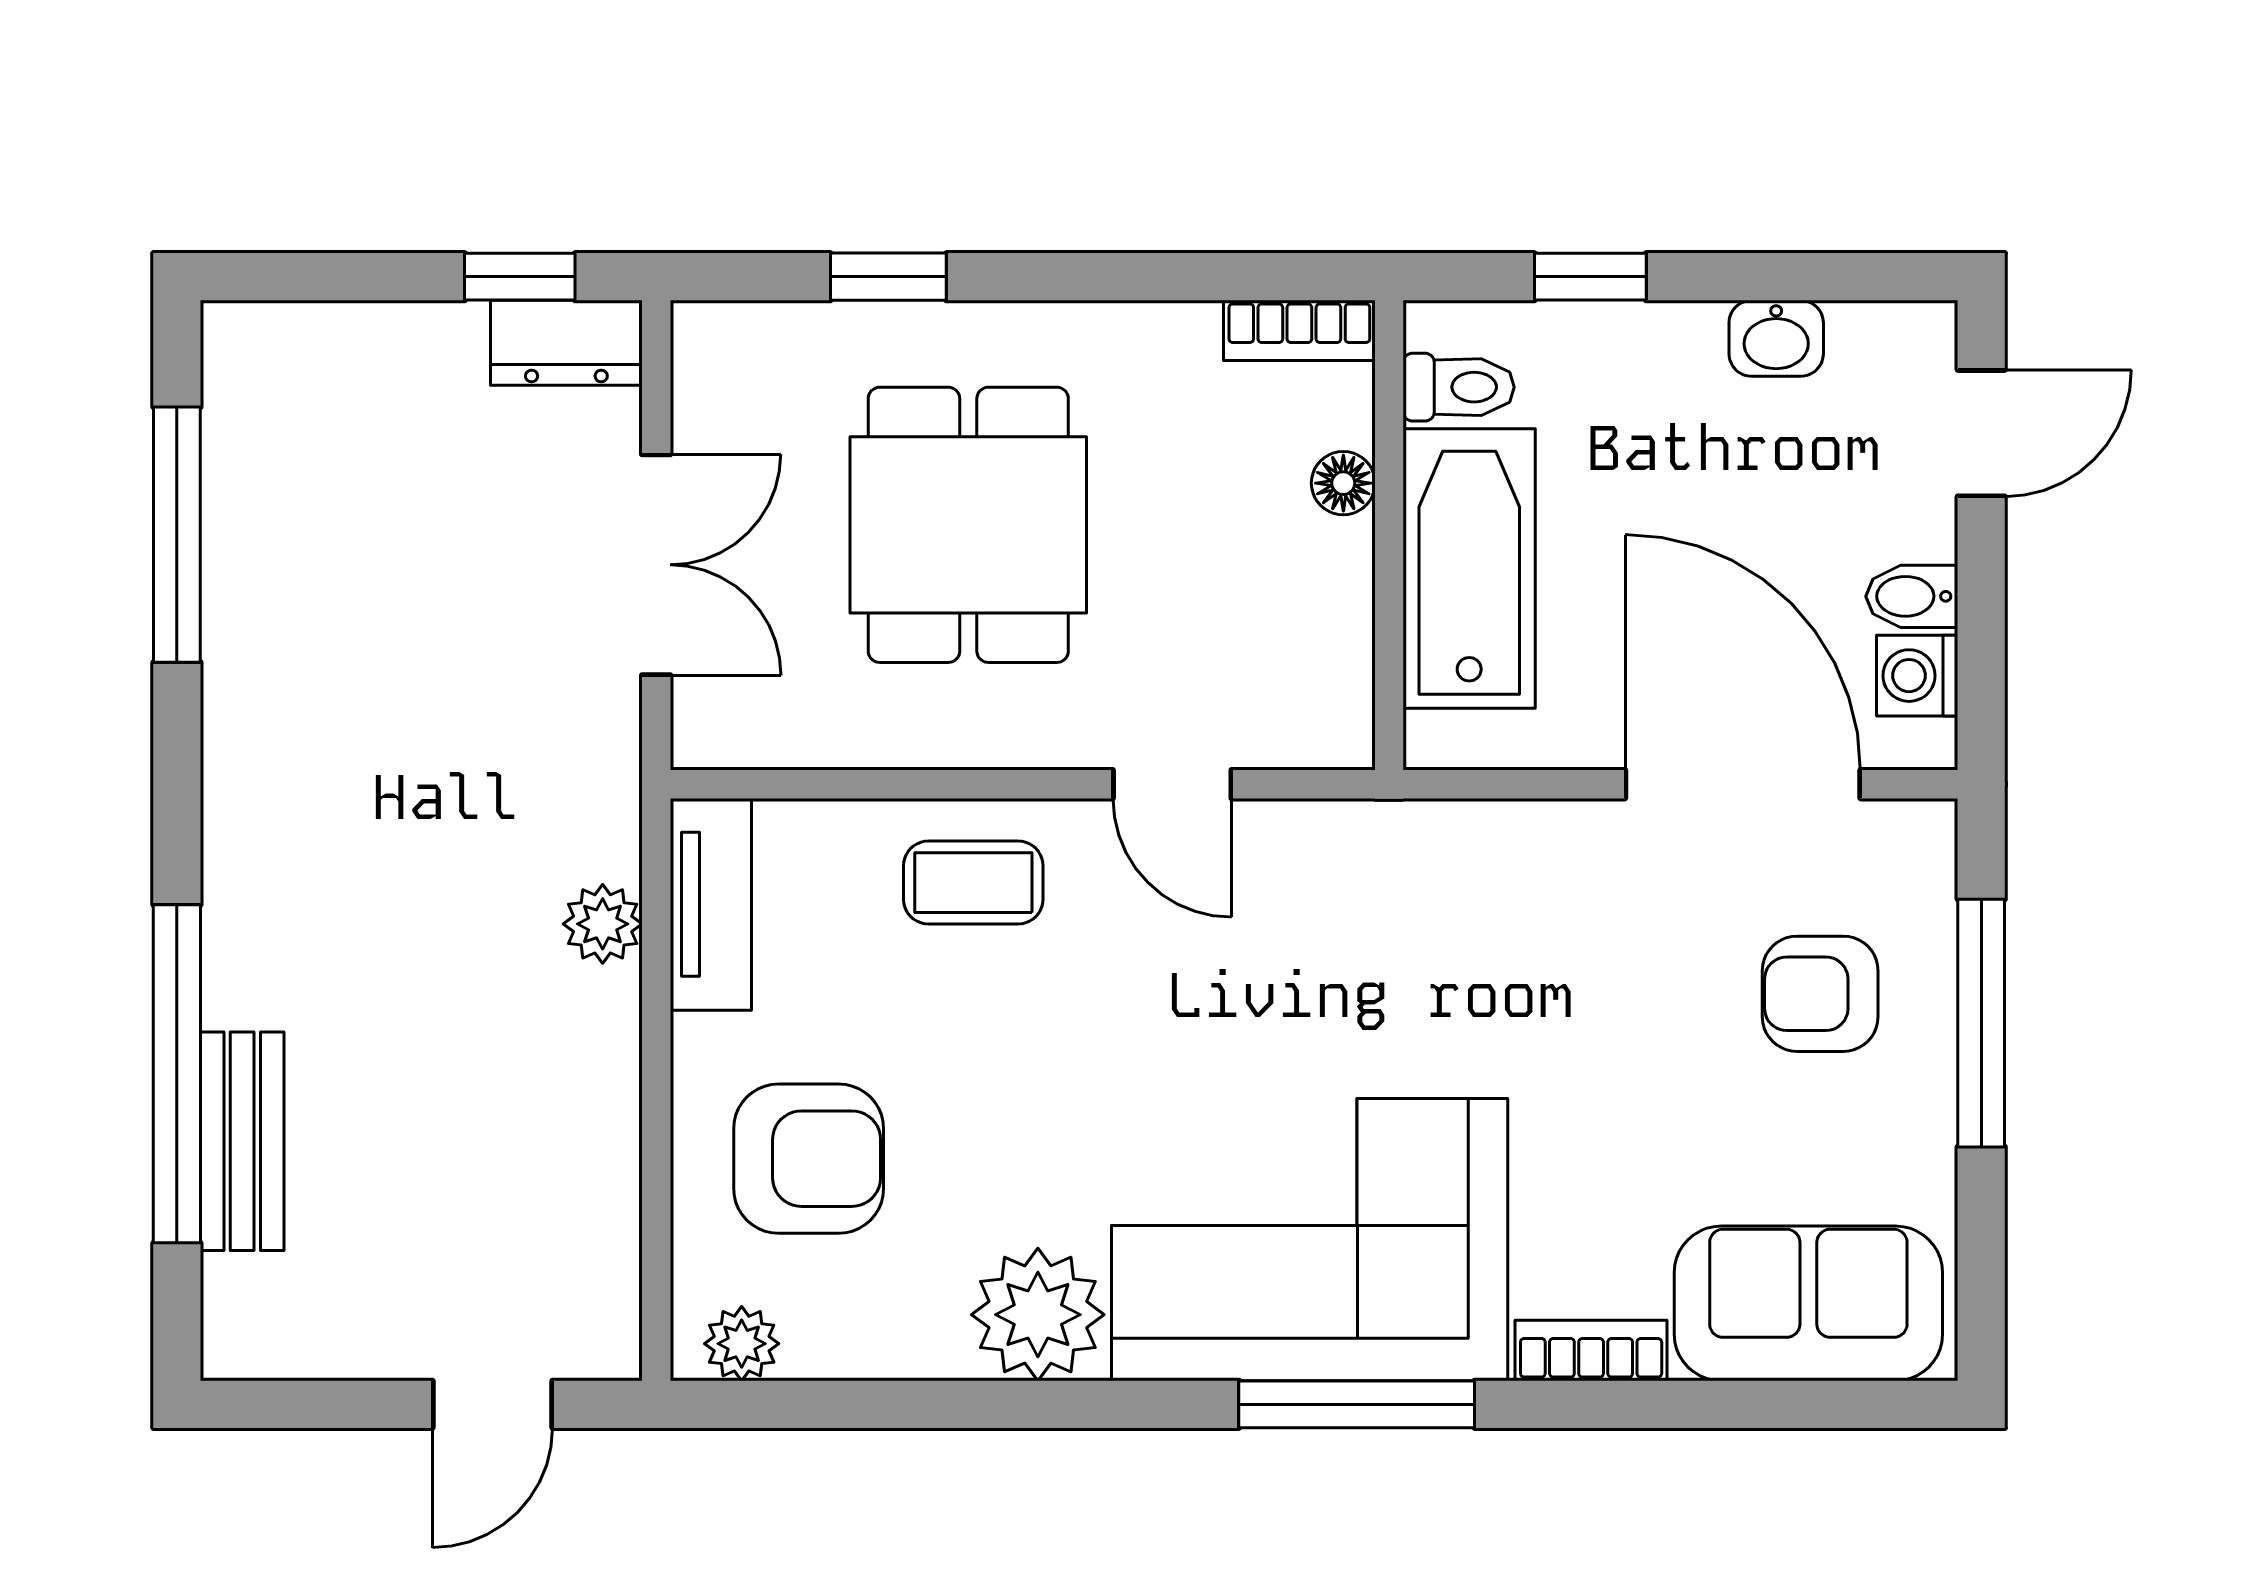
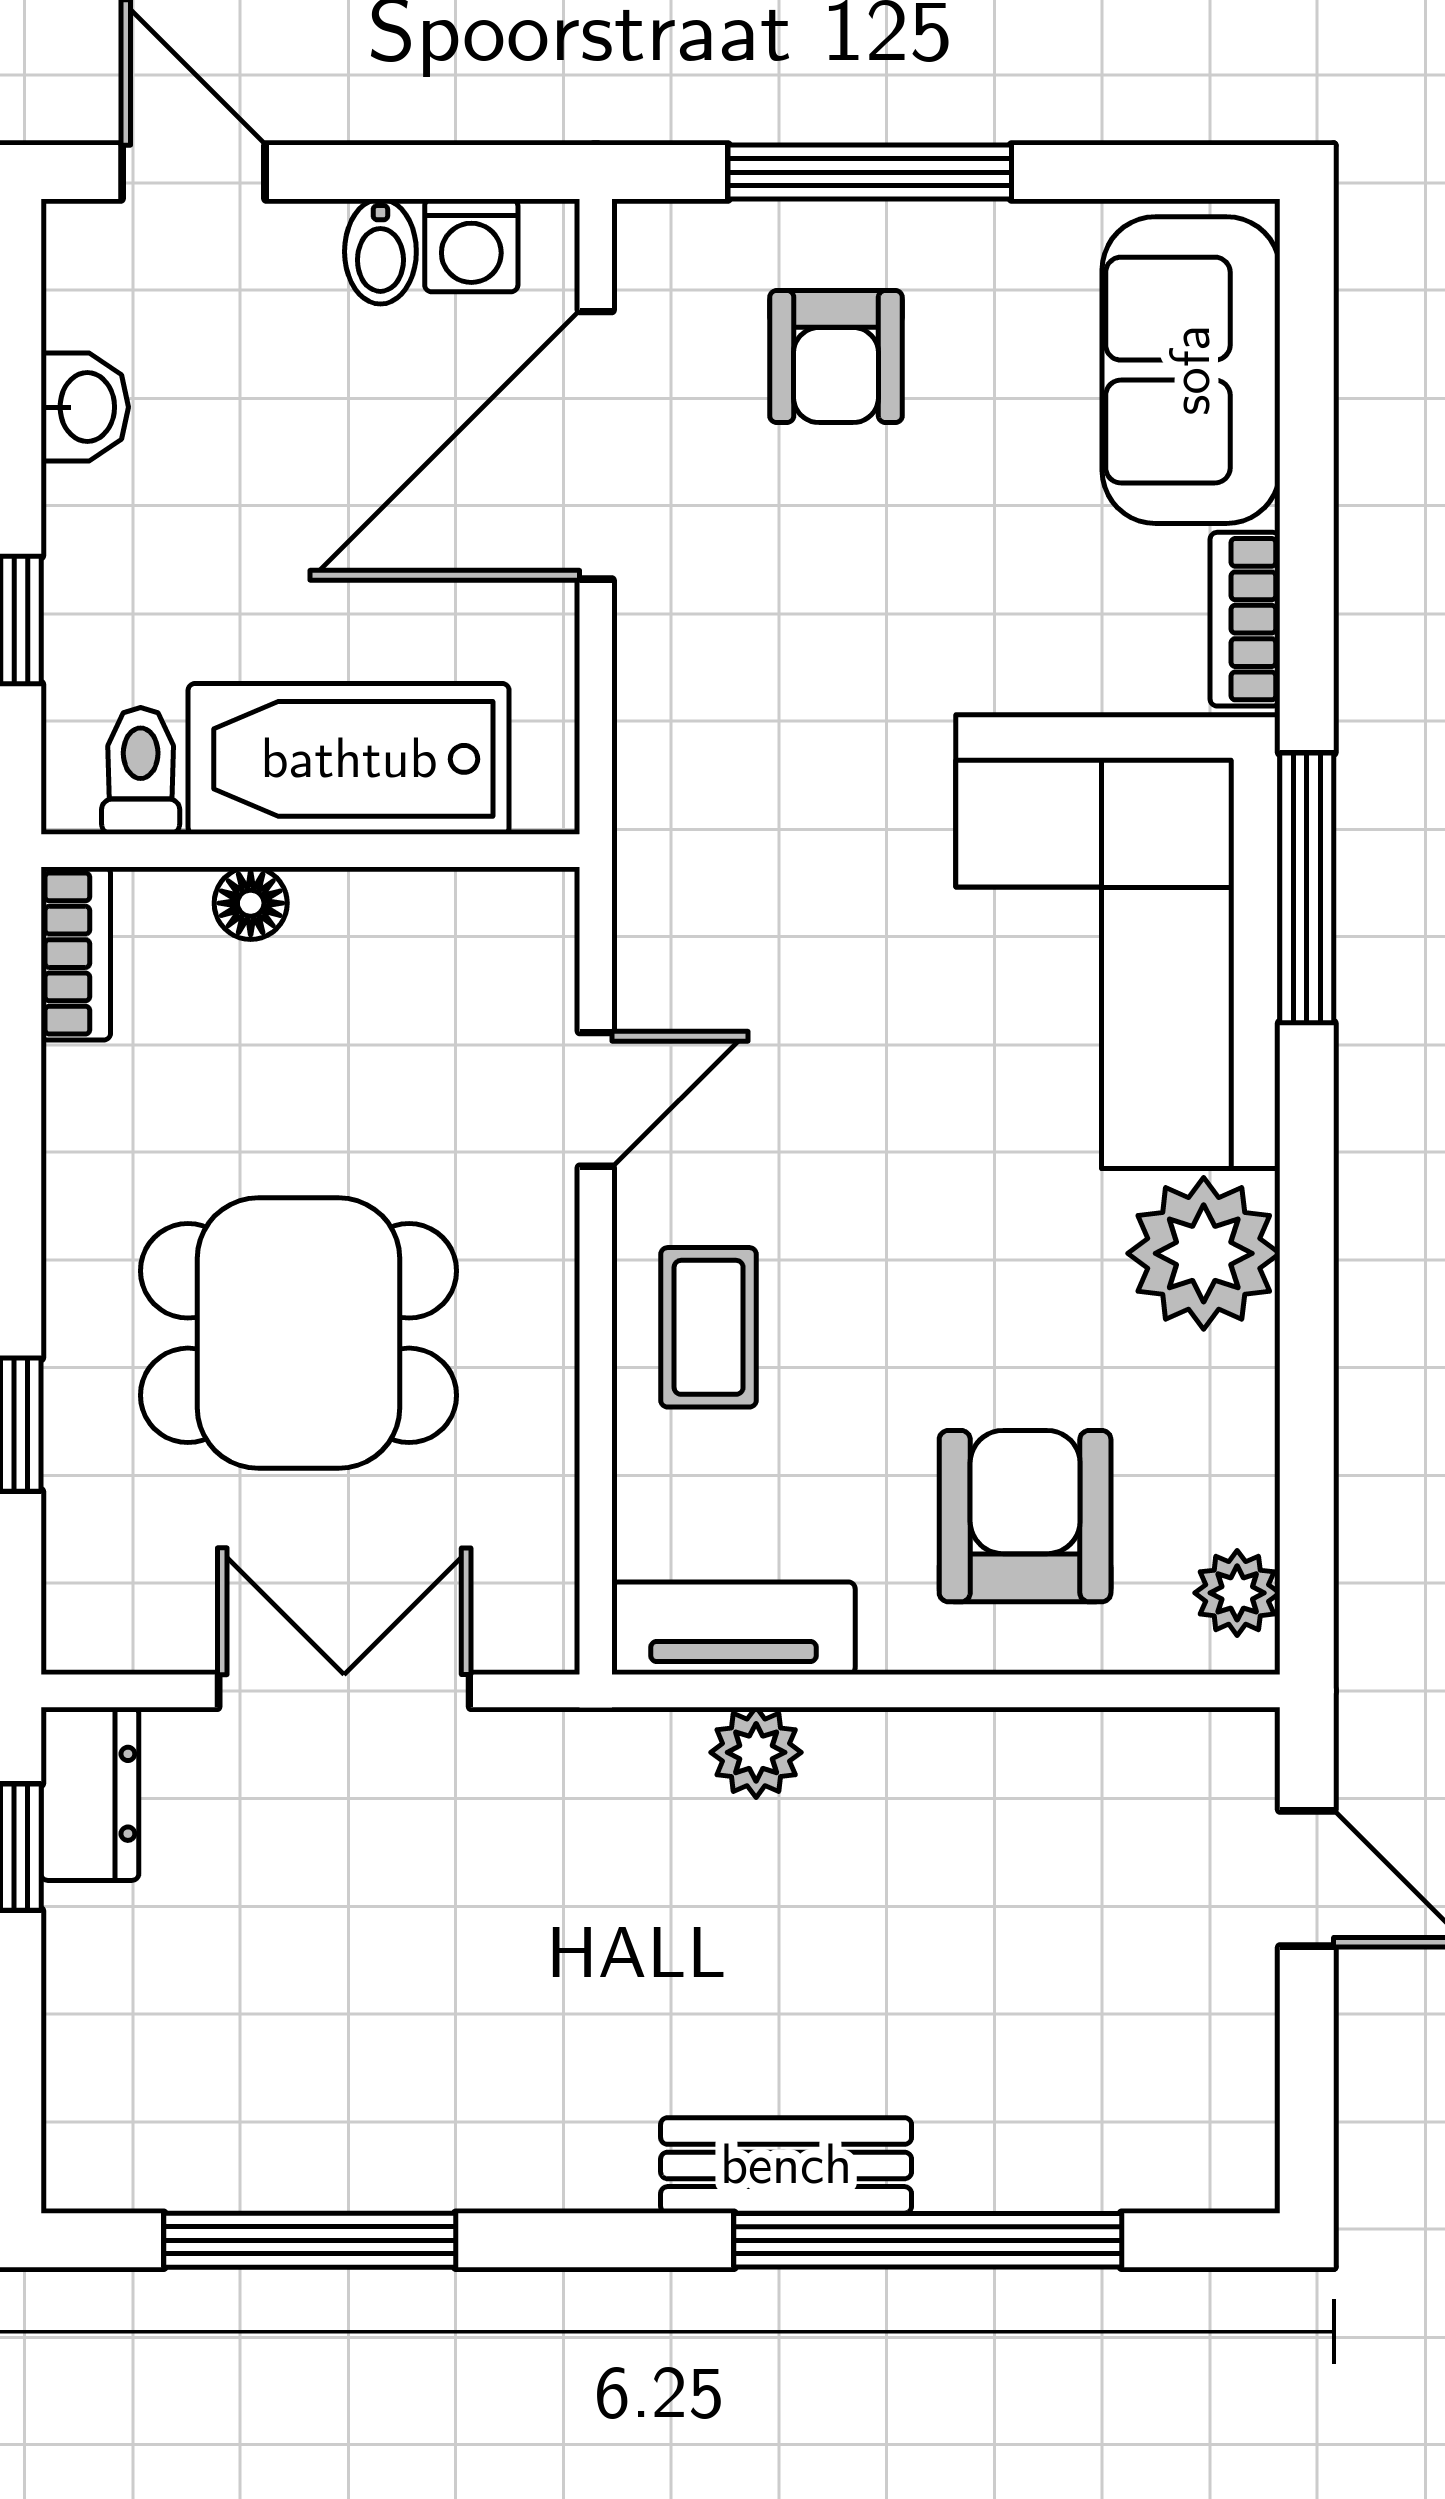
bench: (242, 1141) -> (786, 2165), moved

